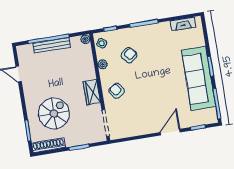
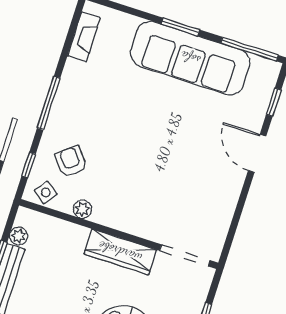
plant: (85, 39) -> (19, 236), moved
armchair: (129, 55) -> (71, 161), moved
armchair: (117, 91) -> (140, 208), removed
wardrobe: (92, 92) -> (120, 252), width x1.50

